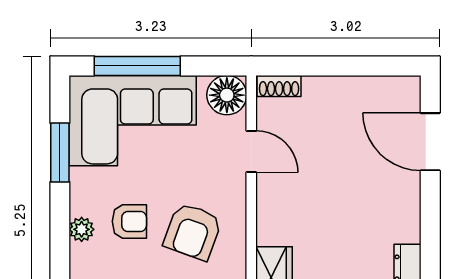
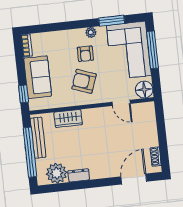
shoe rack: (279, 86) -> (156, 157), moved
door: (251, 152) -> (121, 103), hinge flipped
plant: (82, 229) -> (91, 32), moved

